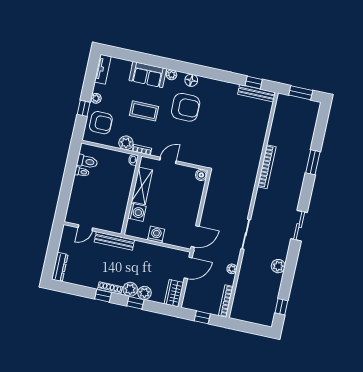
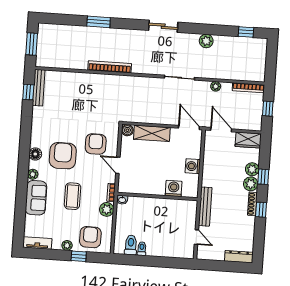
armchair: (192, 142) -> (96, 144), added
shelving: (142, 186) -> (152, 133), moved

